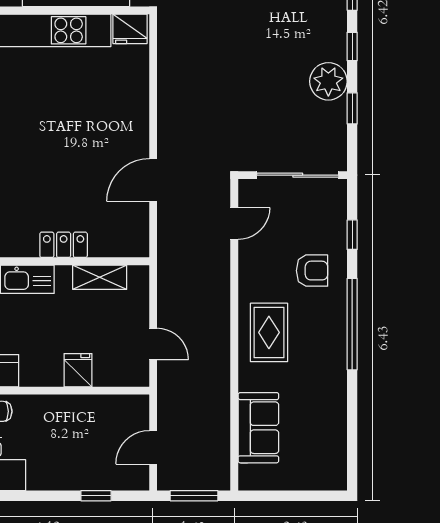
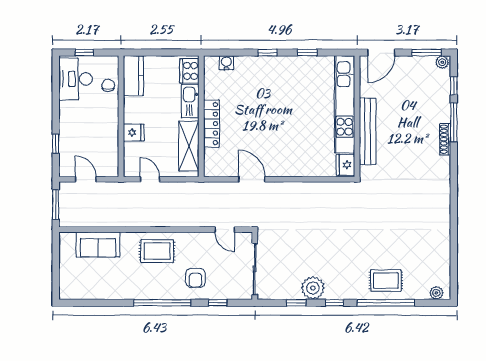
locker: (64, 245) -> (211, 124), width x1.53
shelving: (100, 277) -> (189, 146), width x1.50, depth x1.33
door: (153, 344) -> (150, 179), swing flipped

